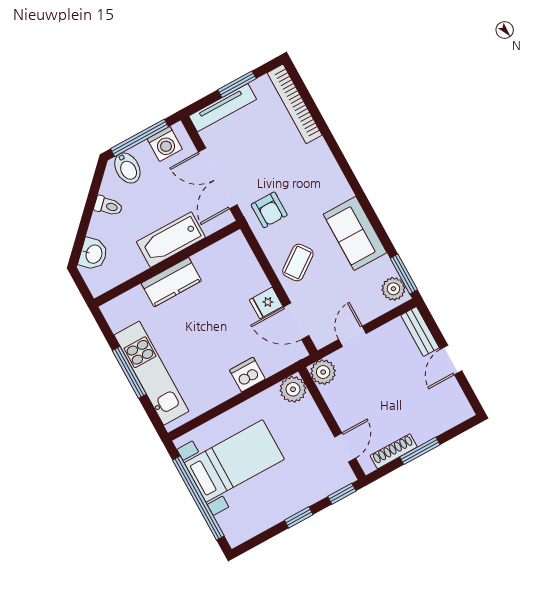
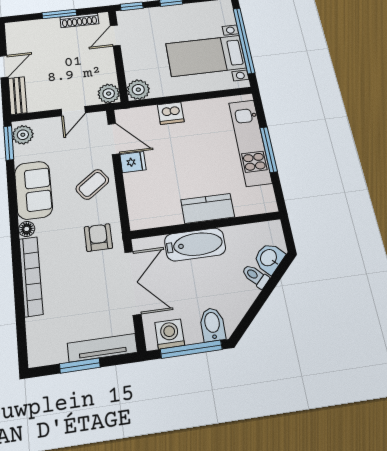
bookcase: (295, 104) -> (31, 276), moved
floor lamp: (344, 191) -> (27, 229), added
toilet: (108, 206) -> (255, 276), moved

